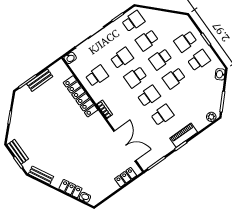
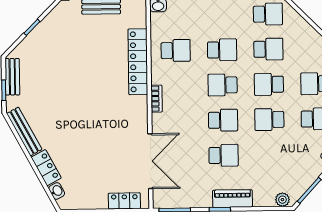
school desk: (147, 40) -> (268, 49), turned 180
bench: (41, 175) -> (24, 131), width x1.36

